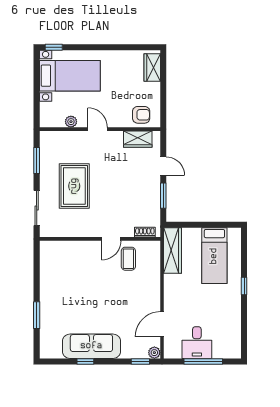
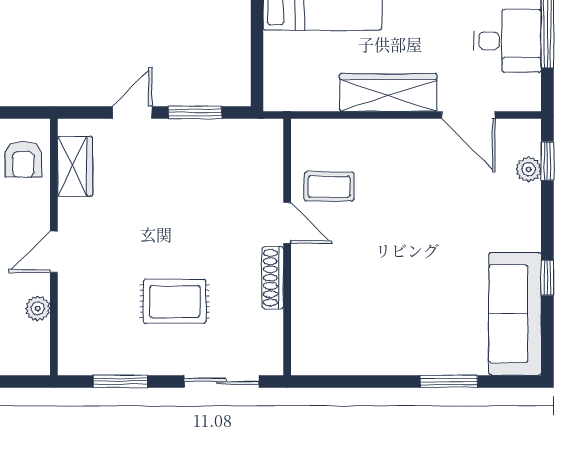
armchair: (141, 115) -> (23, 159), turned 180
rug: (74, 186) -> (175, 301), width x0.73, depth x0.70
shoe rack: (145, 232) -> (273, 278), moved, width x1.43
wardrobe: (173, 251) -> (388, 93), moved
sofa: (91, 346) -> (515, 314), moved
plant: (154, 353) -> (529, 169), moved

